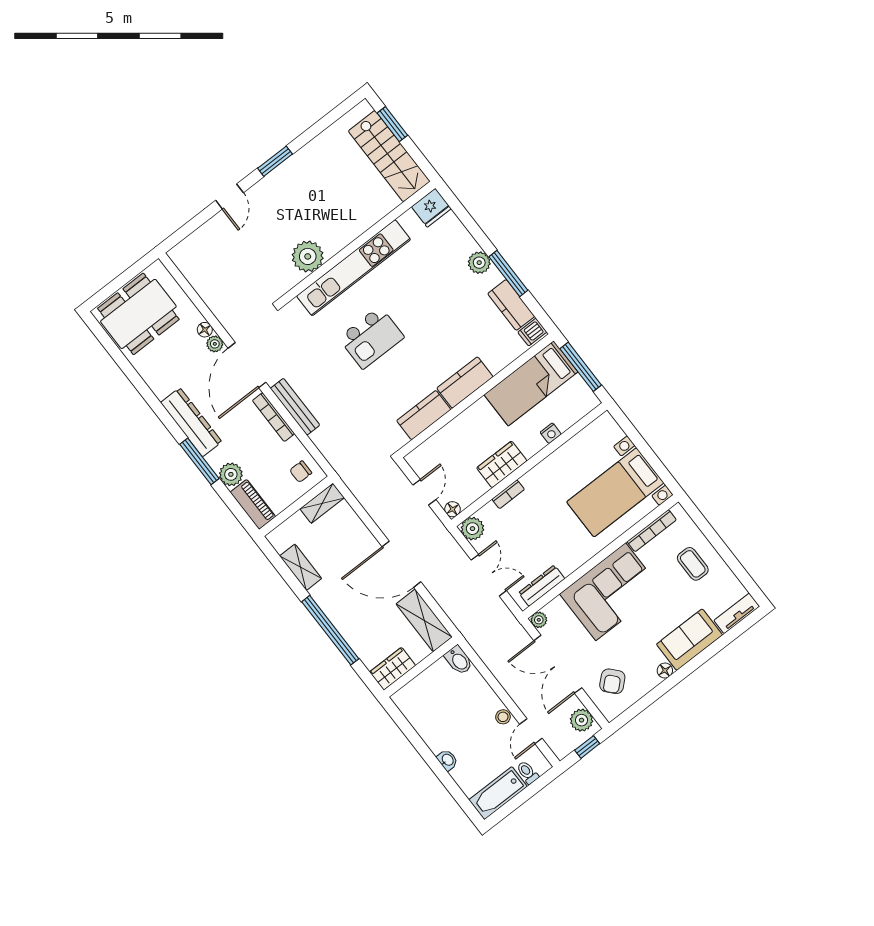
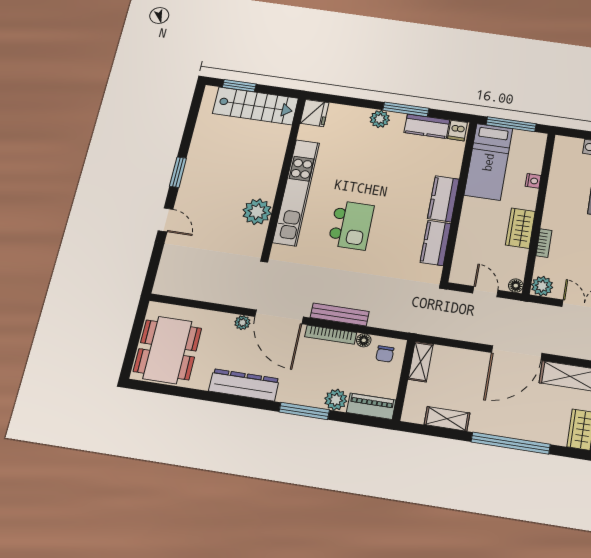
floor lamp: (205, 330) -> (364, 340), moved
dresser: (191, 422) -> (244, 385), moved

